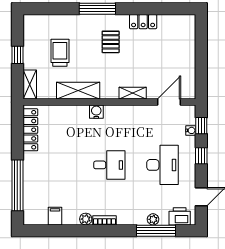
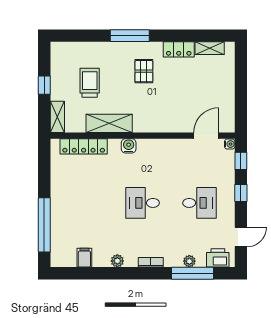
shelving: (133, 93) -> (210, 48), moved
locker: (30, 130) -> (84, 146), moved, turned 90
water cooler: (191, 130) -> (230, 144), moved
desk: (109, 165) -> (143, 203), turned 180
desk: (162, 165) -> (199, 203), width x0.73
bookcase: (104, 220) -> (151, 262), moved

